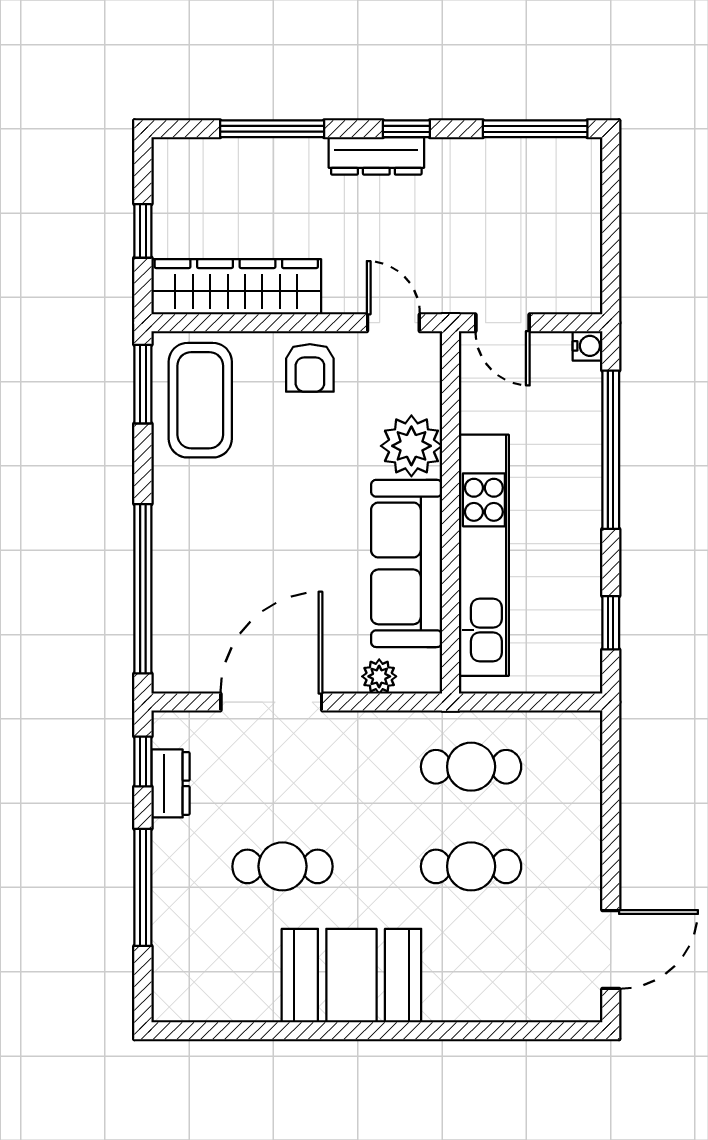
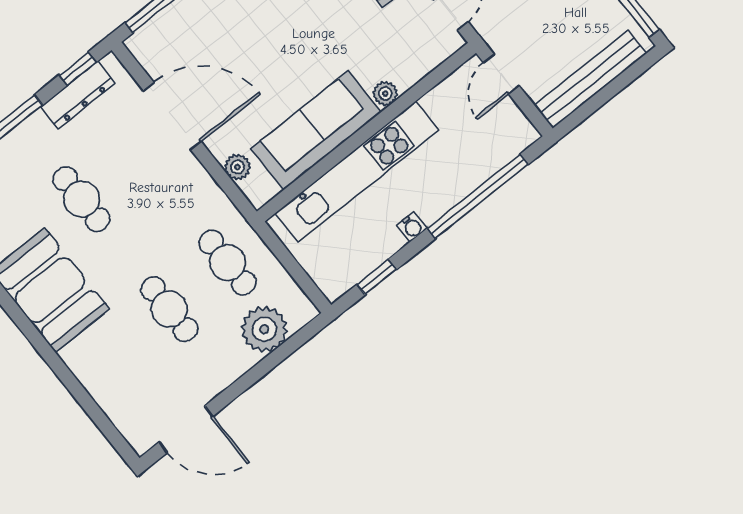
bench: (582, 234) -> (590, 79), added
water cooler: (588, 346) -> (412, 227), moved
plant: (411, 446) -> (385, 93), width x0.53, depth x0.53
dresser: (170, 783) -> (78, 95), width x1.44
plant: (571, 784) -> (264, 329), added

